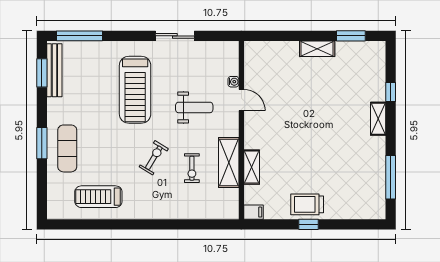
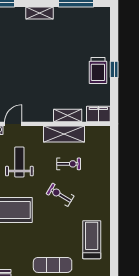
shelving: (378, 119) -> (40, 13), moved
treadmill: (98, 197) -> (92, 240), turned 180
filing cabinet: (253, 212) -> (98, 114), width x2.00

